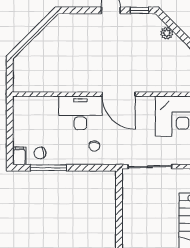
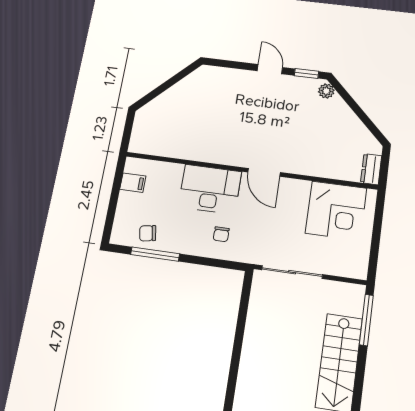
plant: (167, 33) -> (326, 91), moved
door: (119, 94) -> (264, 172), width x0.73
filing cabinet: (19, 156) -> (133, 183), moved, turned 90

